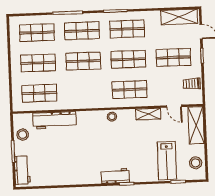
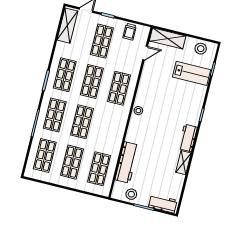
shelving: (148, 114) -> (183, 163), moved
workbench: (115, 176) -> (188, 138), moved

